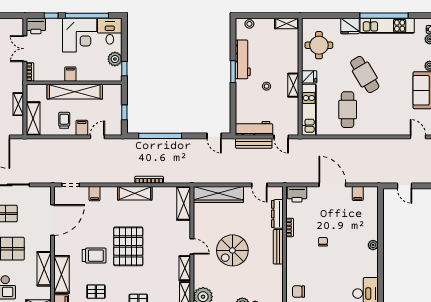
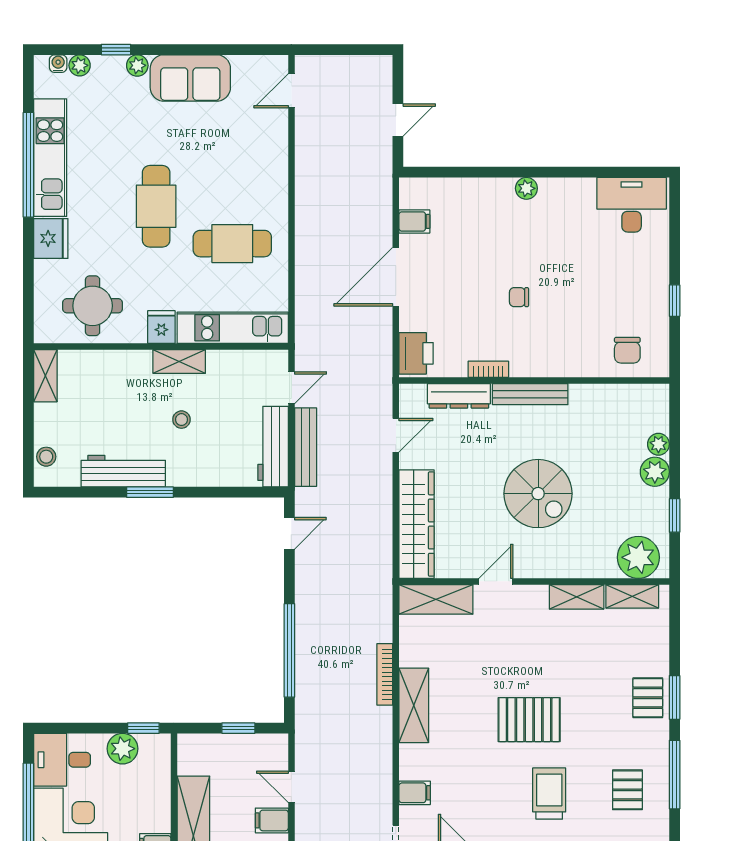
cafe table: (365, 74) -> (156, 206), turned -59
pallet: (128, 246) -> (529, 720), width x0.73, depth x0.71
door: (192, 246) -> (496, 581), moved

